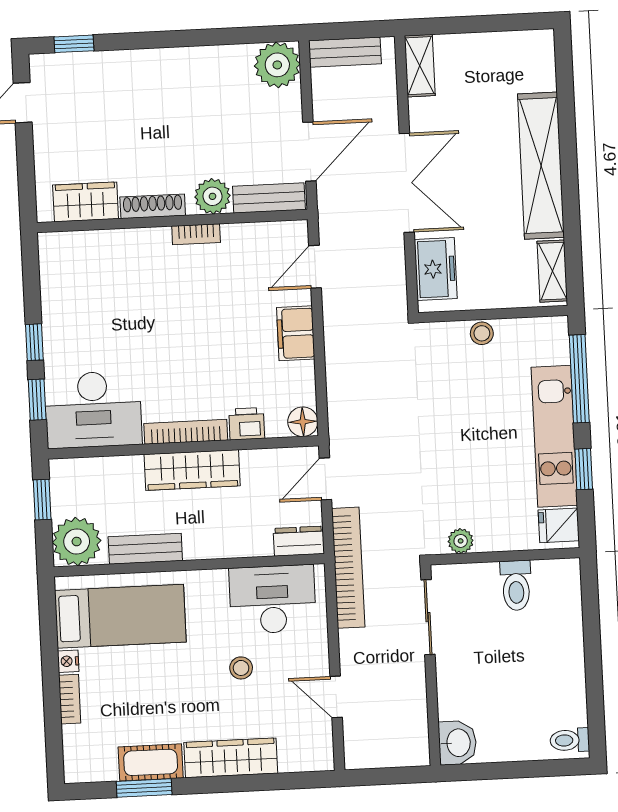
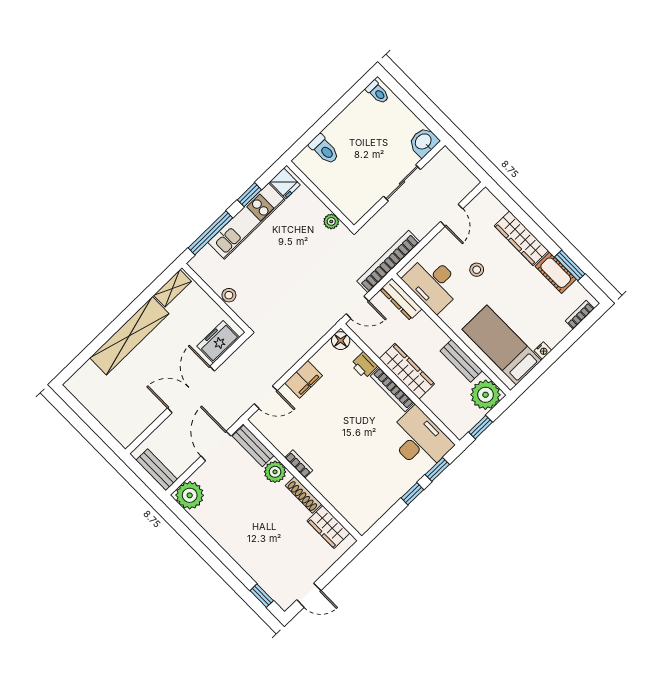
shelving: (420, 66) -> (133, 431), removed
door: (309, 152) -> (216, 446), hinge flipped
dresser: (299, 541) -> (401, 299), width x1.44
toilet: (516, 585) -> (324, 149), moved, turned 90
sliding door: (428, 617) -> (402, 183), moved
bookcase: (70, 699) -> (580, 315), moved

